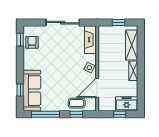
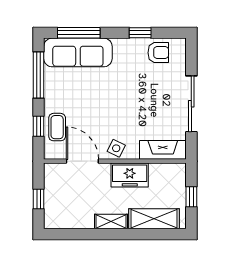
window: (20, 40) -> (140, 33), moved
window: (20, 90) -> (79, 33), width x2.17
freezer: (127, 104) -> (130, 175), moved, turned 90

